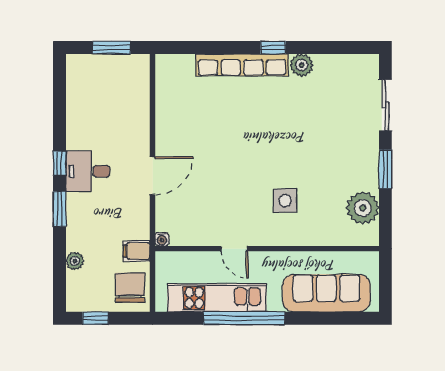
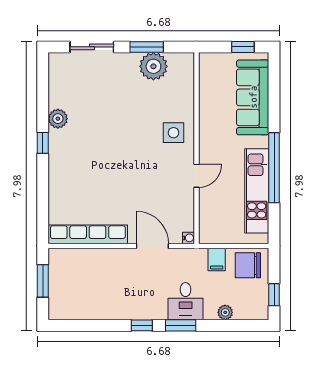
row of seats: (242, 65) -> (88, 234), moved, turned -90
desk: (88, 171) -> (186, 301), moved
plant: (363, 208) -> (153, 66), moved
water cooler: (162, 239) -> (188, 238), moved
door: (235, 249) -> (196, 176), moved
wall: (267, 249) -> (196, 148), moved
window: (385, 282) -> (243, 47), added

